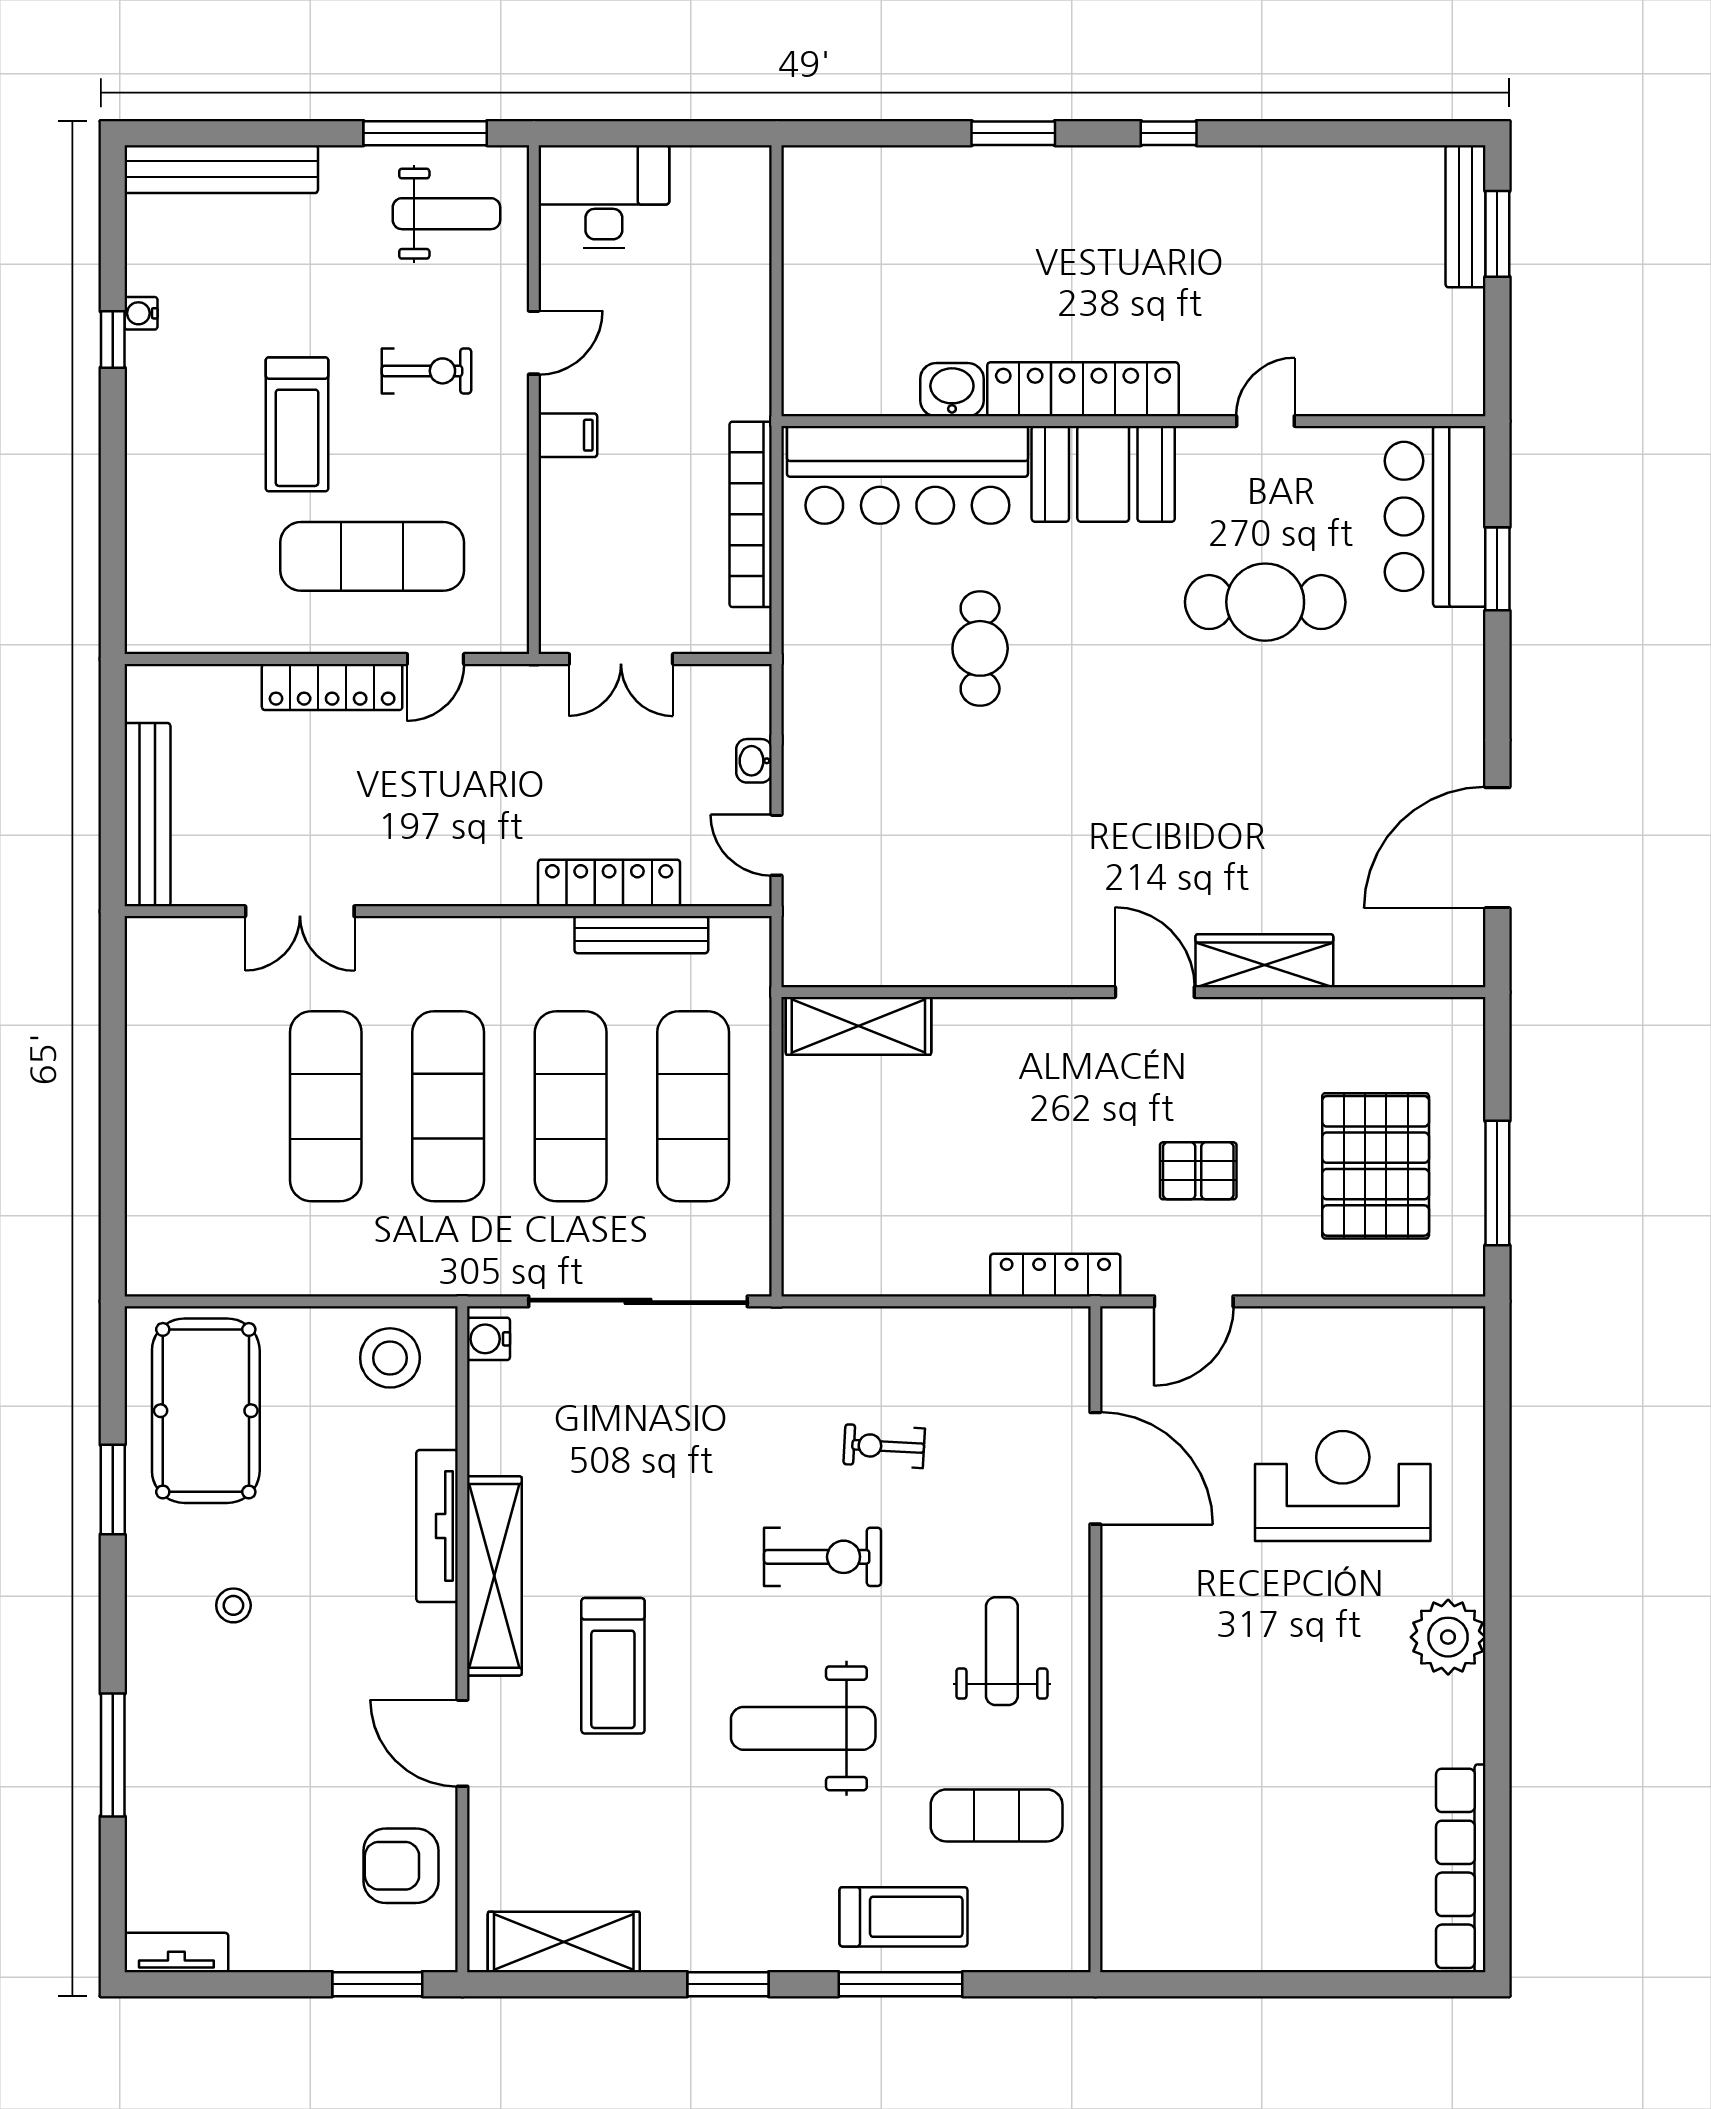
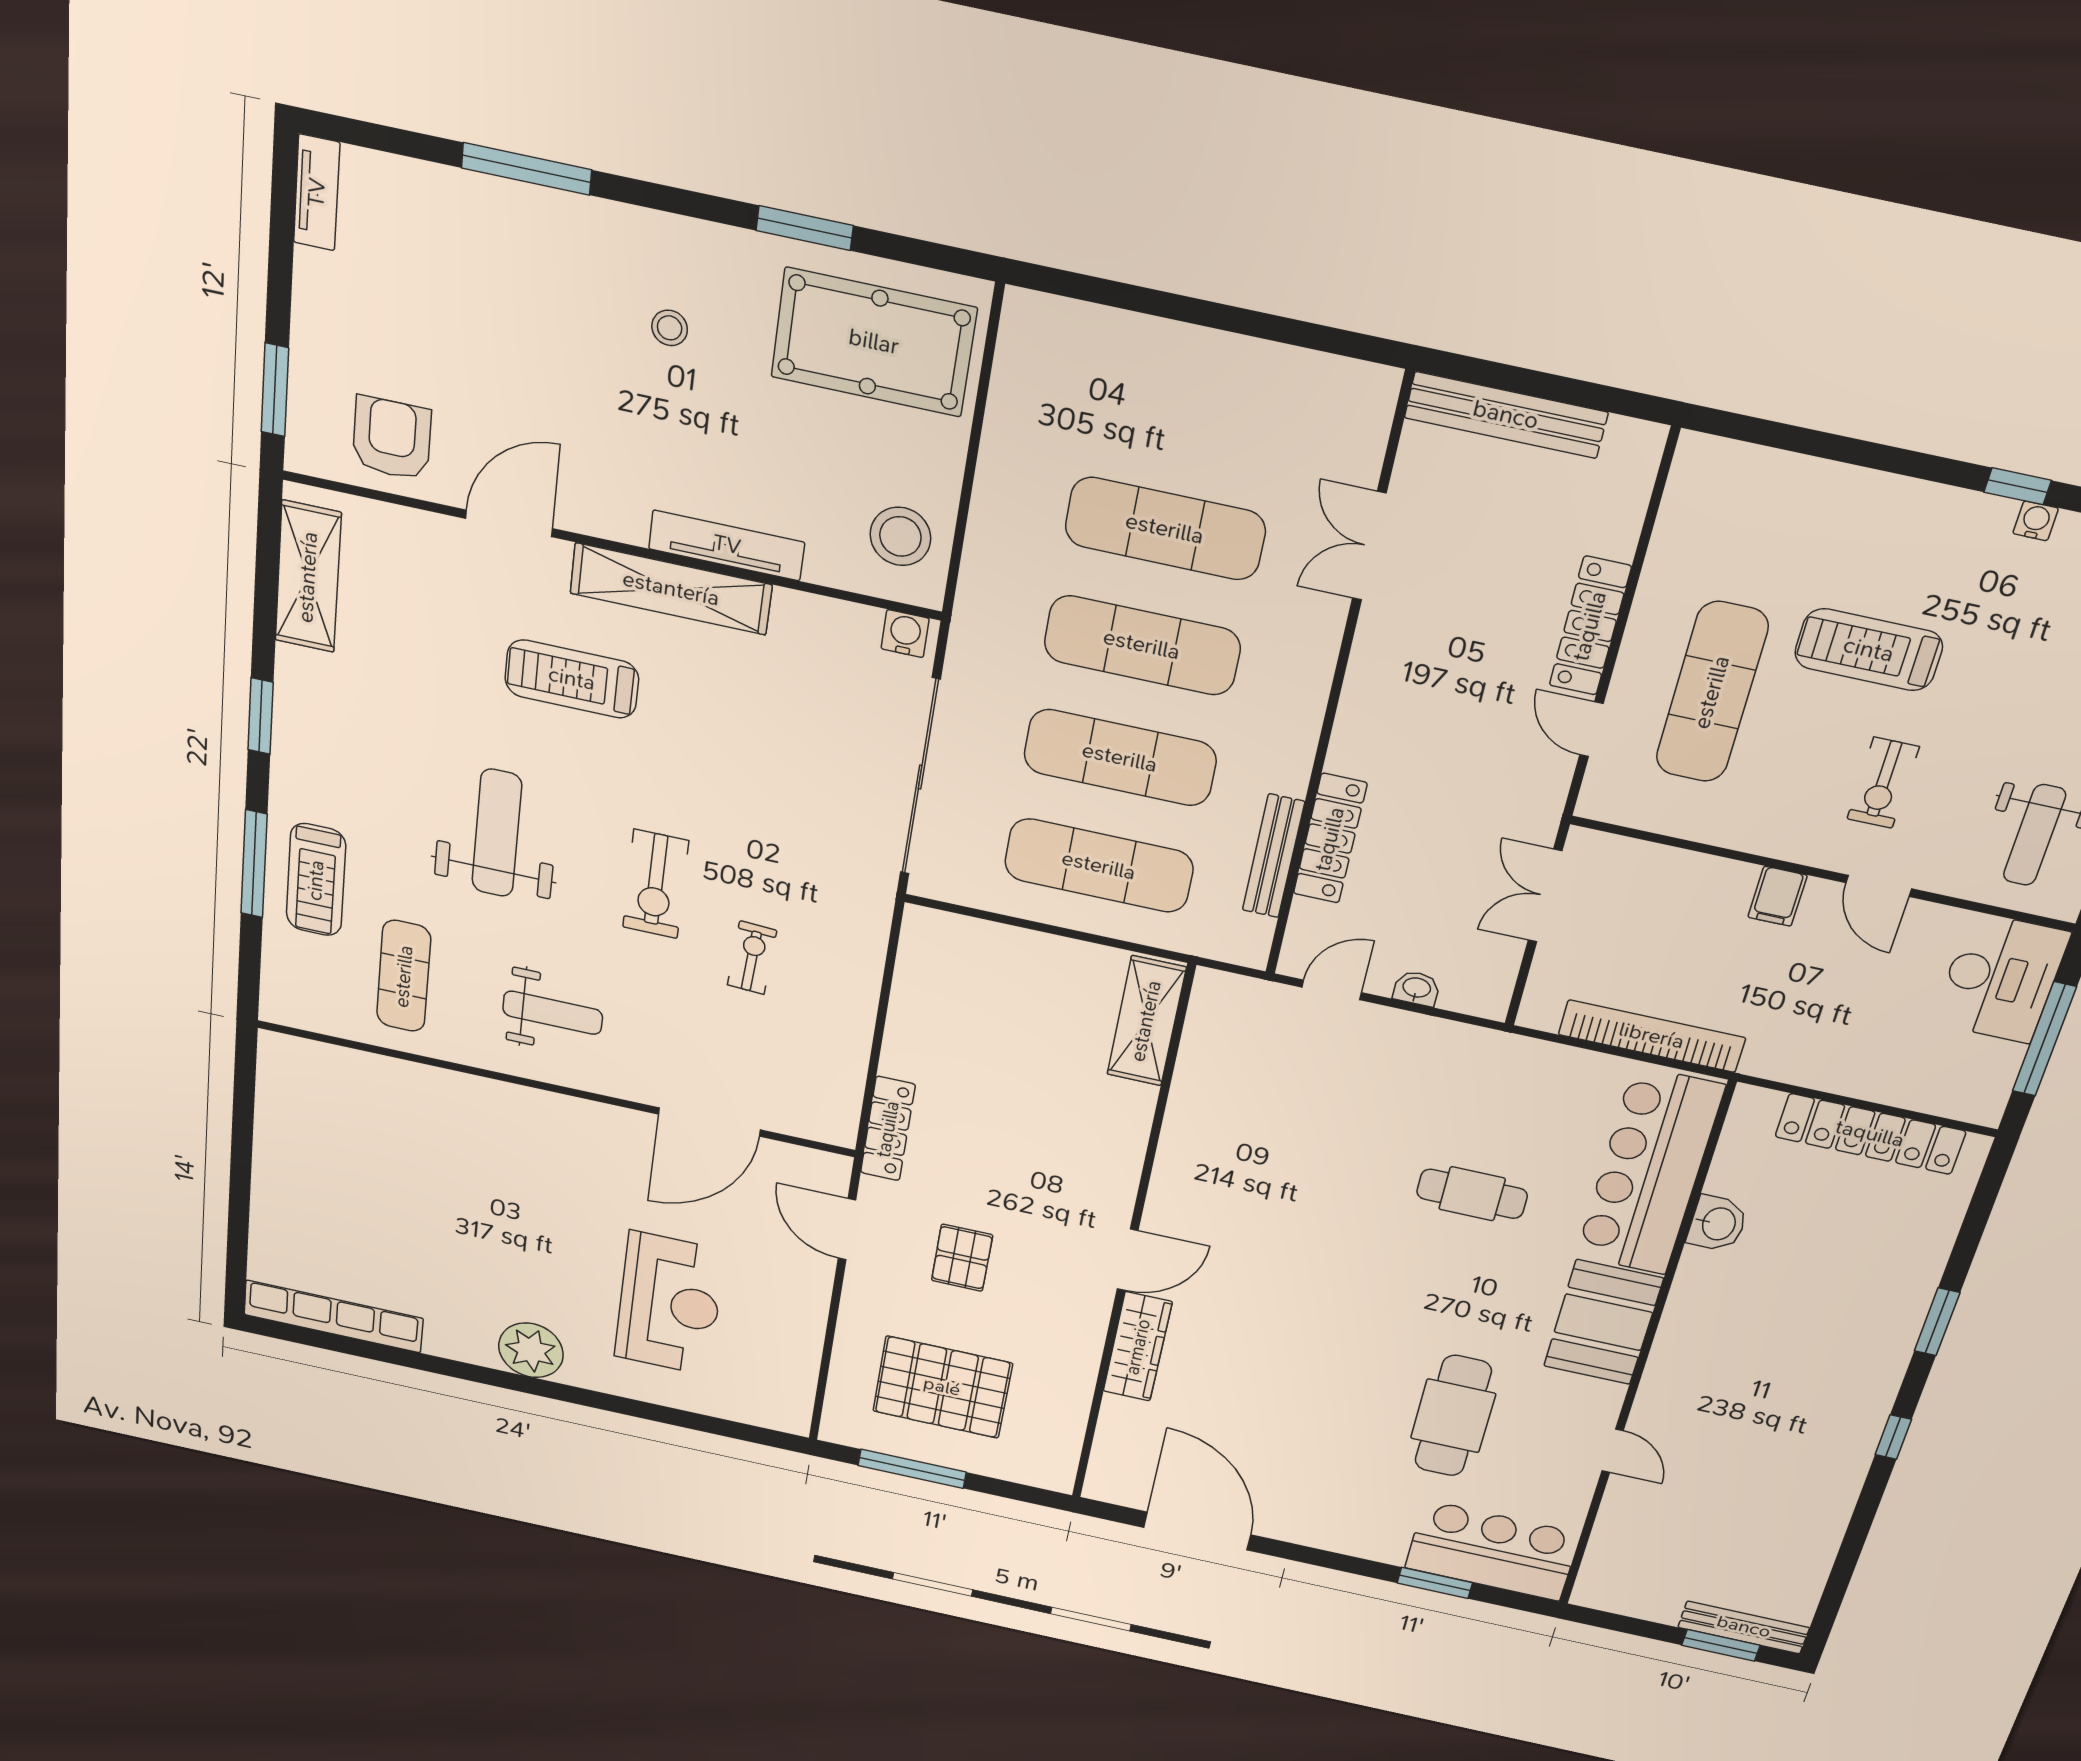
window: (660, 133) -> (2044, 1039), added
locker: (1083, 389) -> (1870, 1134), moved, turned 90

